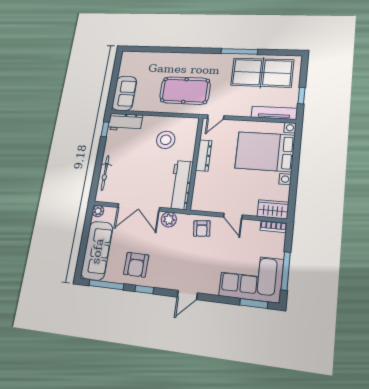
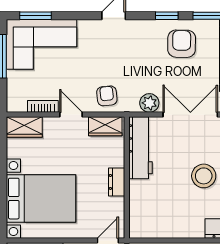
stool: (166, 140) -> (204, 176), moved
dresser: (204, 156) -> (117, 182), width x0.70
wardrobe: (206, 204) -> (105, 126), added
bookcase: (274, 227) -> (43, 106), moved

